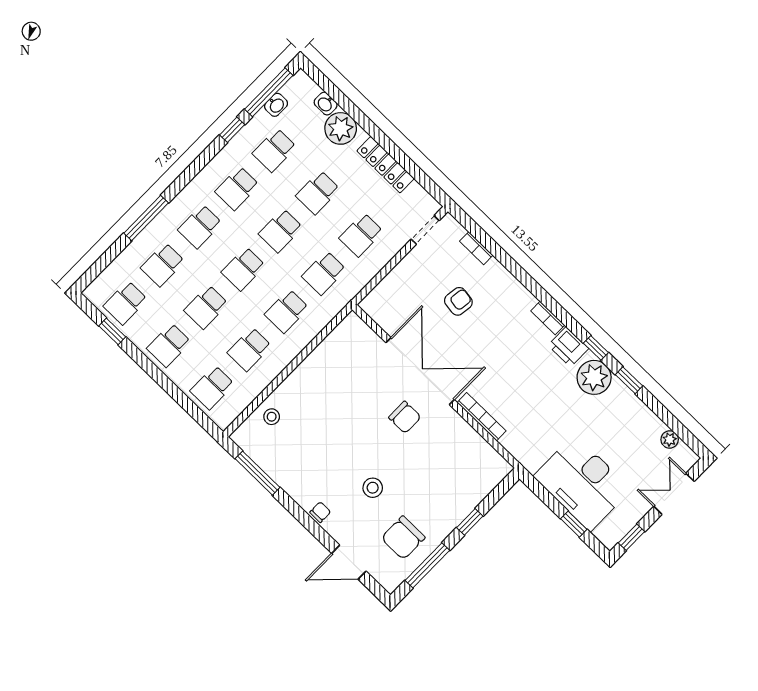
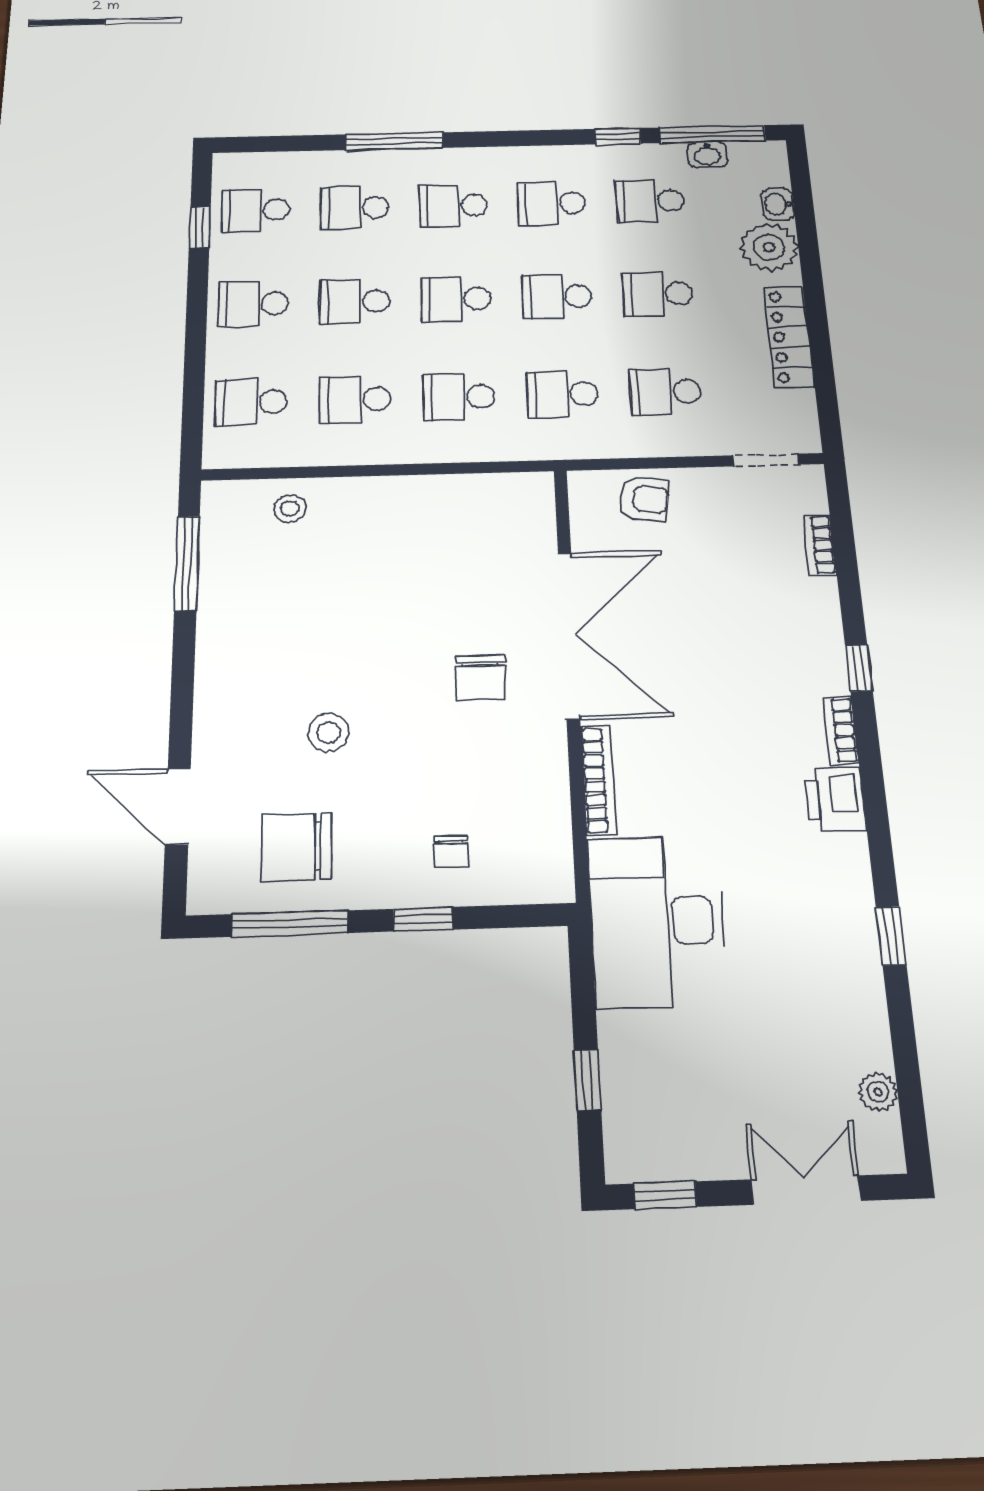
armchair: (458, 301) -> (644, 499), moved
window: (596, 348) -> (859, 668), moved
plant: (594, 377) -> (836, 881), removed
desk: (582, 483) -> (657, 921), moved
chair: (320, 512) -> (451, 852), moved, turned 90

